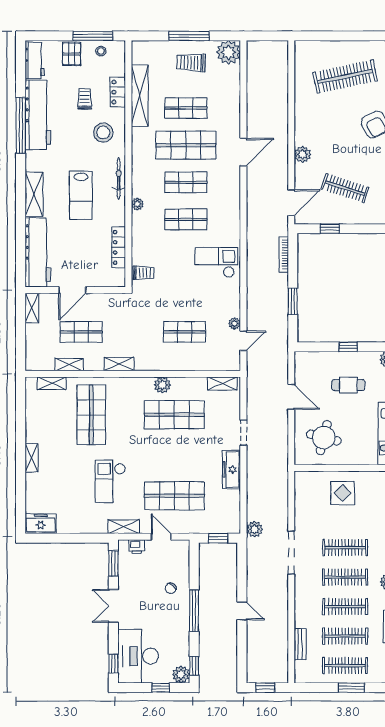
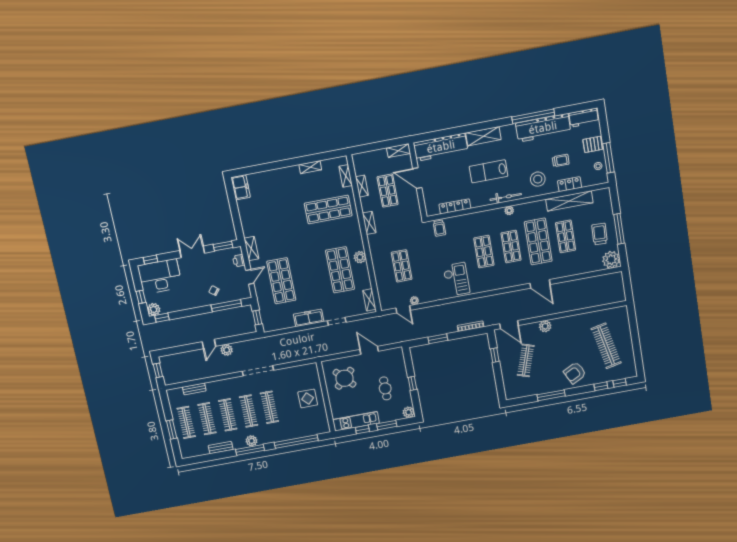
plant: (137, 204) -> (509, 210), moved
door: (291, 397) -> (369, 350), swing flipped
round table: (324, 438) -> (345, 378), turned 33
shelving: (32, 458) -> (310, 167), moved
checkout: (110, 481) -> (282, 233), removed
plant: (255, 529) -> (227, 350), moved
window: (194, 611) -> (226, 306), moved

